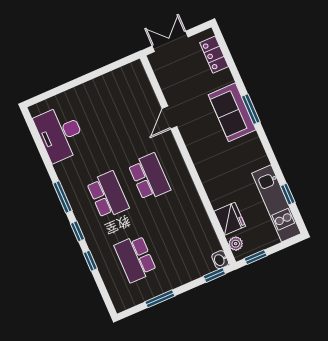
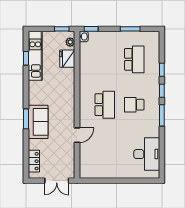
school desk: (149, 177) -> (105, 105), turned 180
school desk: (108, 195) -> (134, 105), width x0.54

